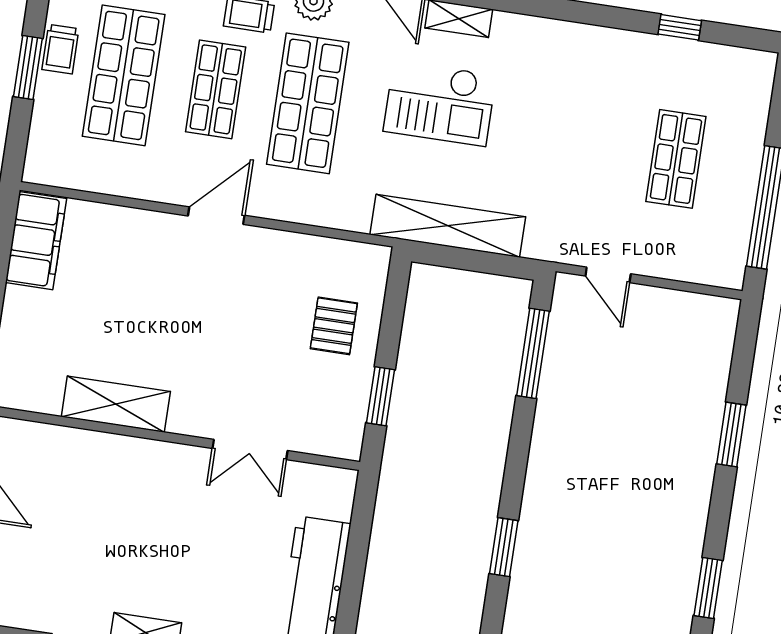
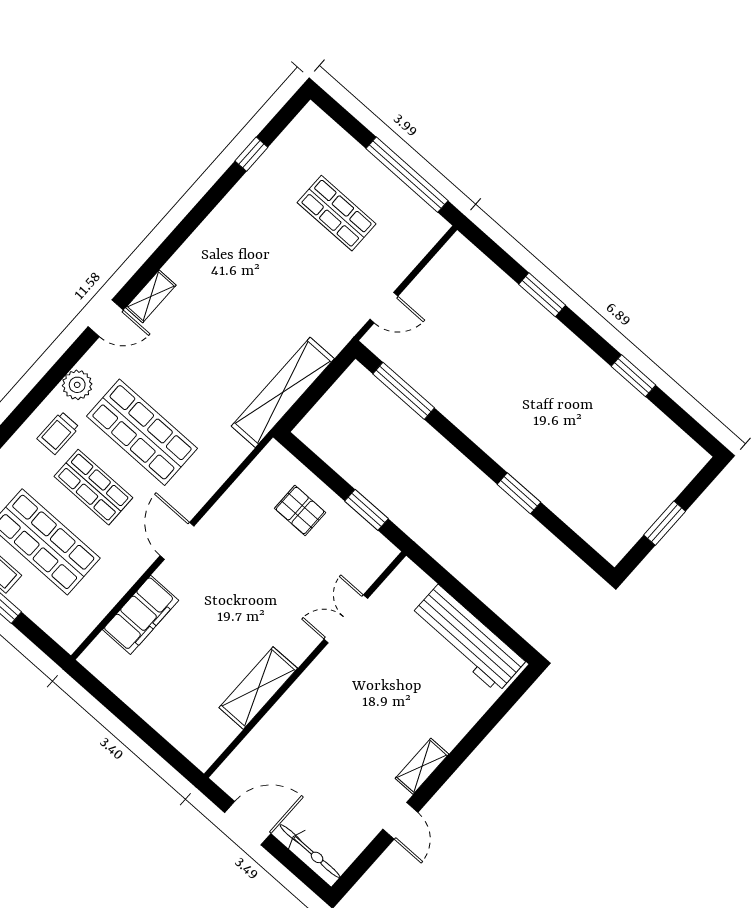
checkout: (440, 103) -> (198, 345), removed
filing cabinet: (36, 241) -> (141, 615), moved, turned 90
double door: (250, 449) -> (346, 619), swing flipped

